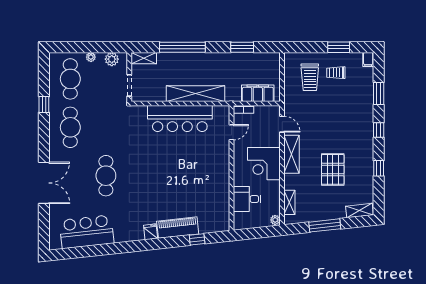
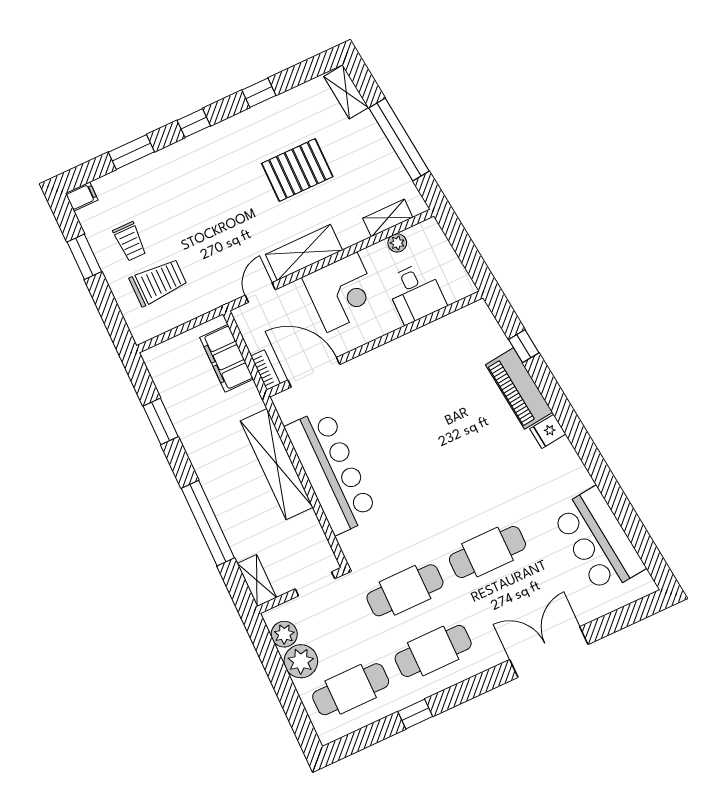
plant: (91, 57) -> (301, 661), width x1.88, depth x1.88
cafe table: (106, 127) -> (405, 590), added
door: (231, 132) -> (314, 372), width x1.88
plant: (275, 220) -> (397, 243), moved
window: (325, 225) -> (399, 139), width x1.46

